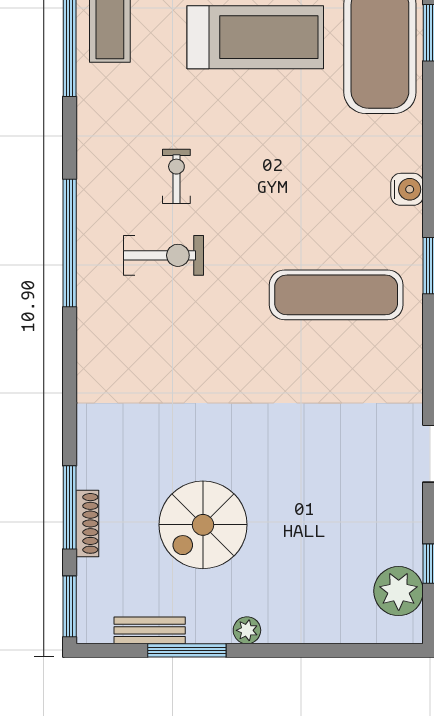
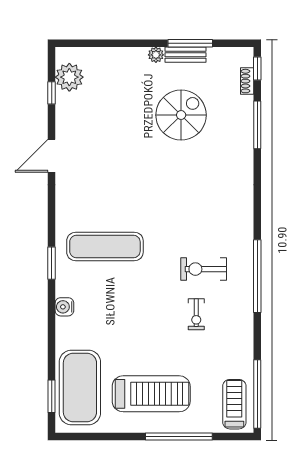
treadmill: (255, 37) -> (151, 394), turned 180
shoe rack: (87, 523) -> (247, 81), moved, width x0.70
window: (70, 606) -> (257, 68), width x0.67
bench: (150, 630) -> (185, 55), moved

